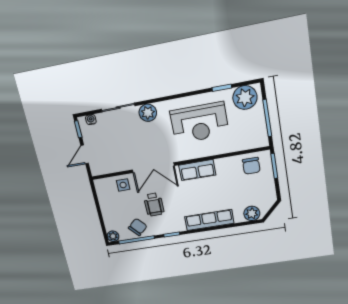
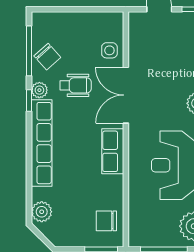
wheelchair: (154, 205) -> (76, 85), turned 180
row of seats: (209, 220) -> (42, 143), width x1.36
plant: (113, 236) -> (39, 90), moved

